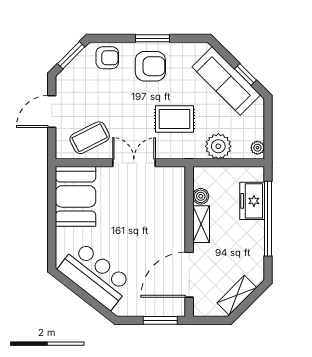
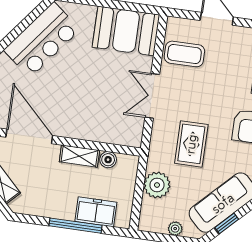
coffee table: (90, 138) -> (184, 54), turned -63
plant: (257, 148) -> (175, 229), moved
double door: (134, 163) -> (152, 96), swing flipped
window: (268, 219) -> (75, 226), width x0.68

